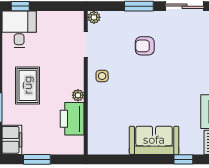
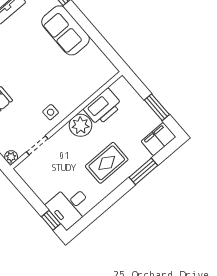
plant: (78, 95) -> (80, 125), width x1.88, depth x1.88

